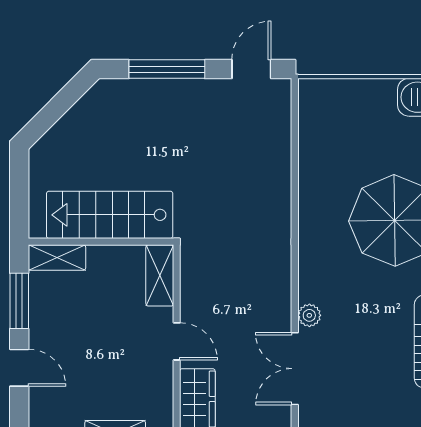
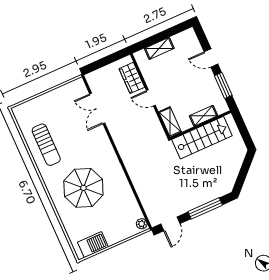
shelving: (57, 258) -> (204, 116), moved
plant: (309, 315) -> (142, 224), moved
double door: (295, 369) -> (97, 108), swing flipped

